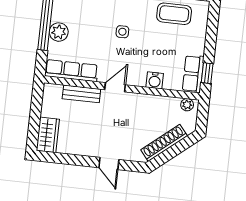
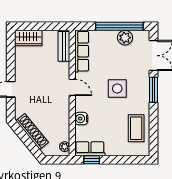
plant: (59, 32) -> (125, 38), moved
side table: (122, 32) -> (117, 88), width x1.87, depth x1.87
bench: (81, 94) -> (64, 46), moved

